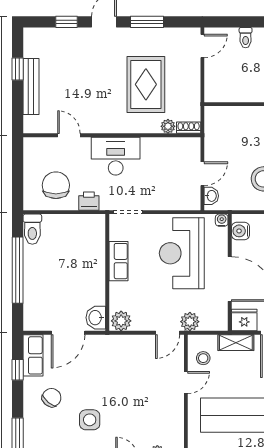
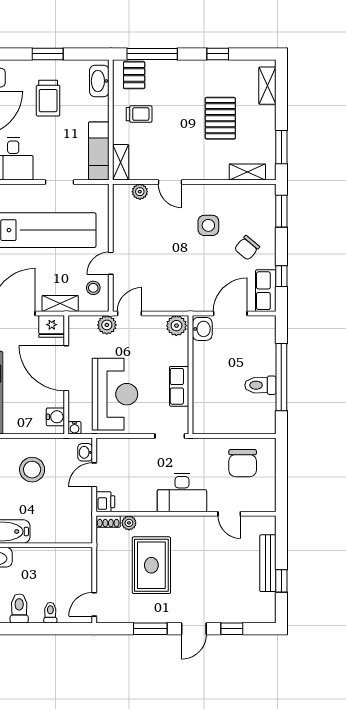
printer: (89, 201) -> (105, 502), moved, turned -90
toilet: (32, 229) -> (260, 385), moved, turned -90

